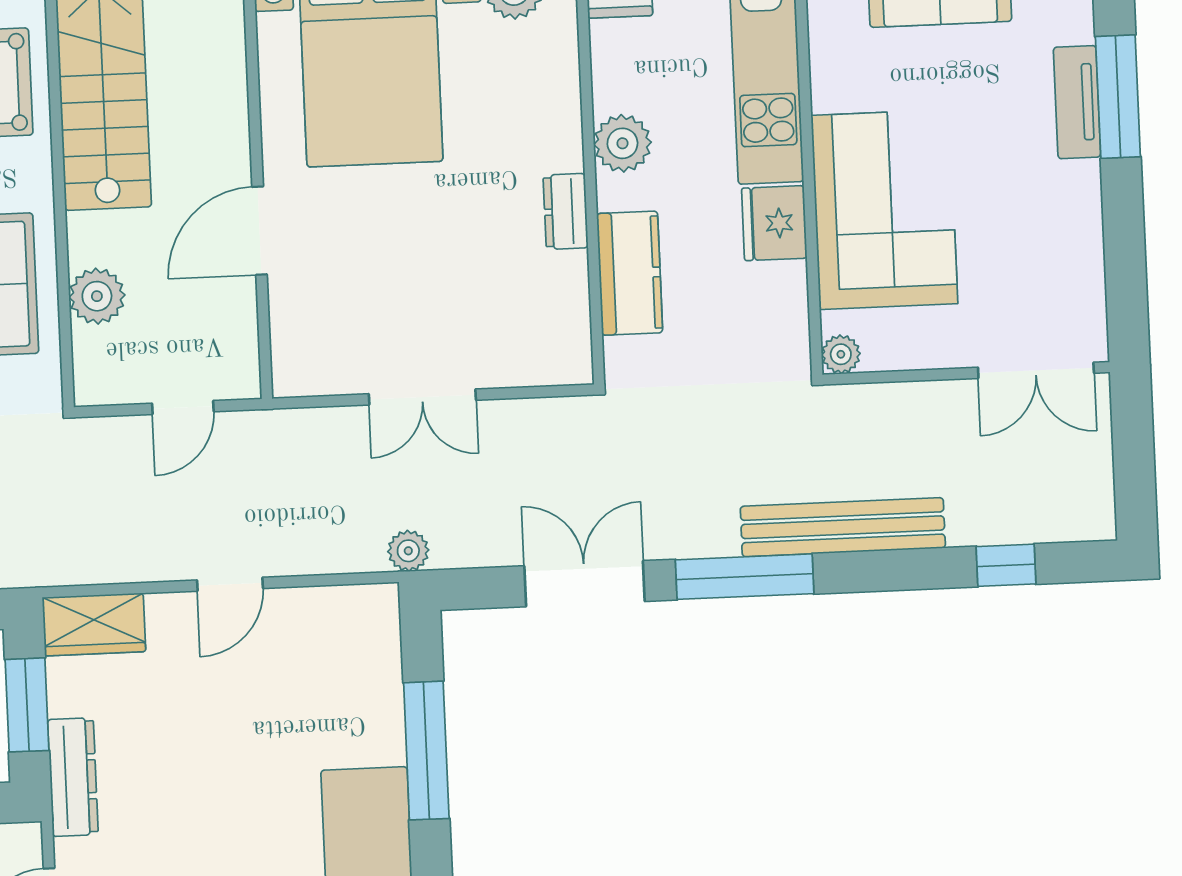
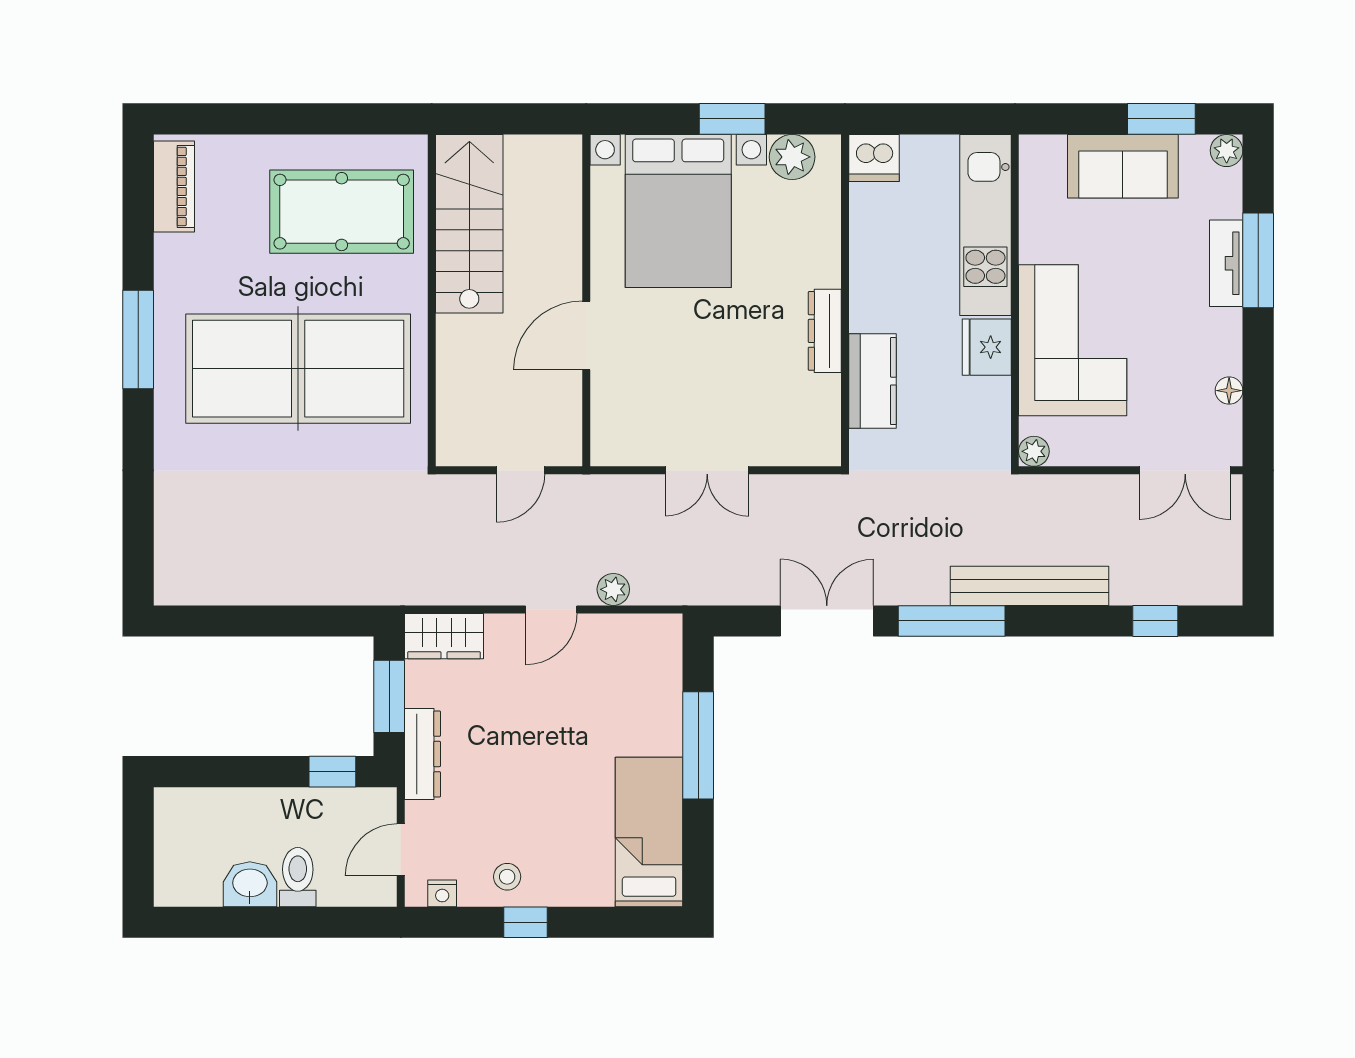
plant: (622, 143) -> (871, 280), removed
dresser: (566, 211) -> (825, 331), width x1.44
floor lamp: (1088, 265) -> (1229, 391), added
plant: (97, 296) -> (457, 381), removed
plant: (408, 551) -> (613, 589), moved

